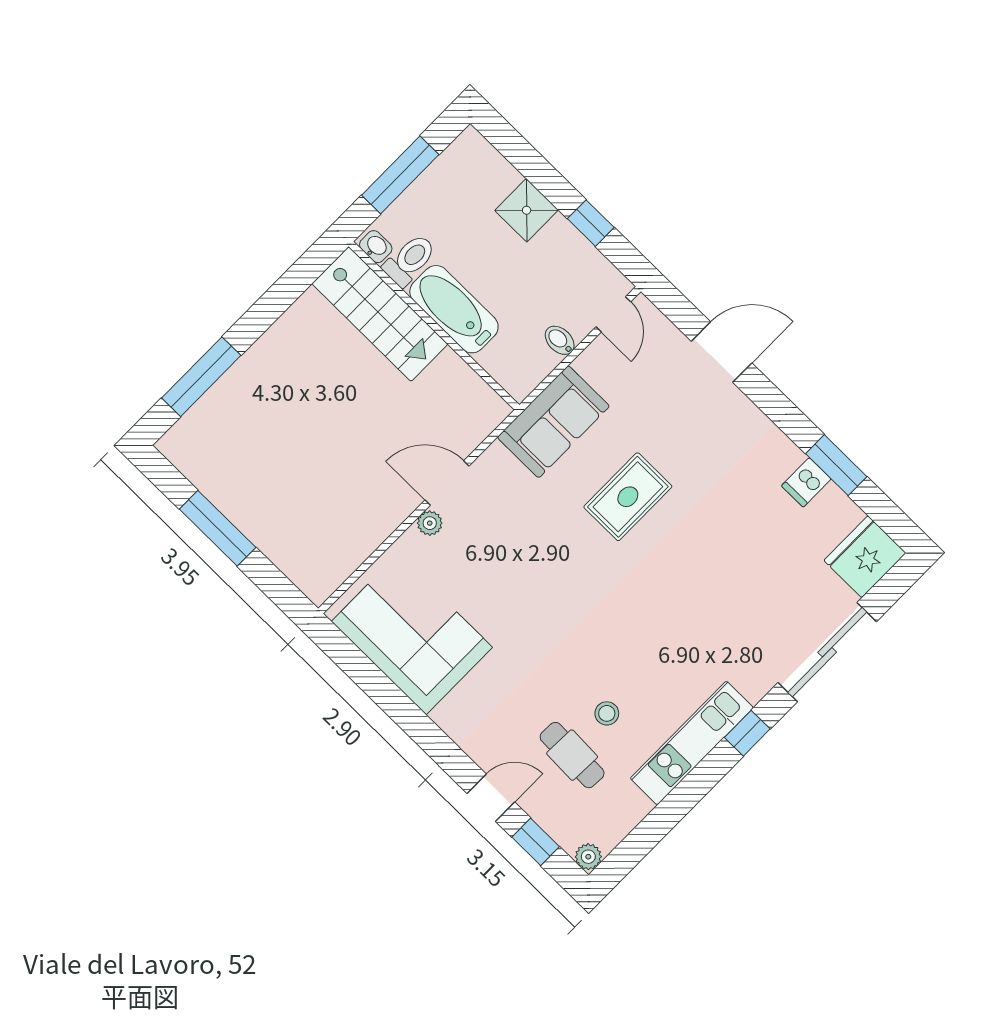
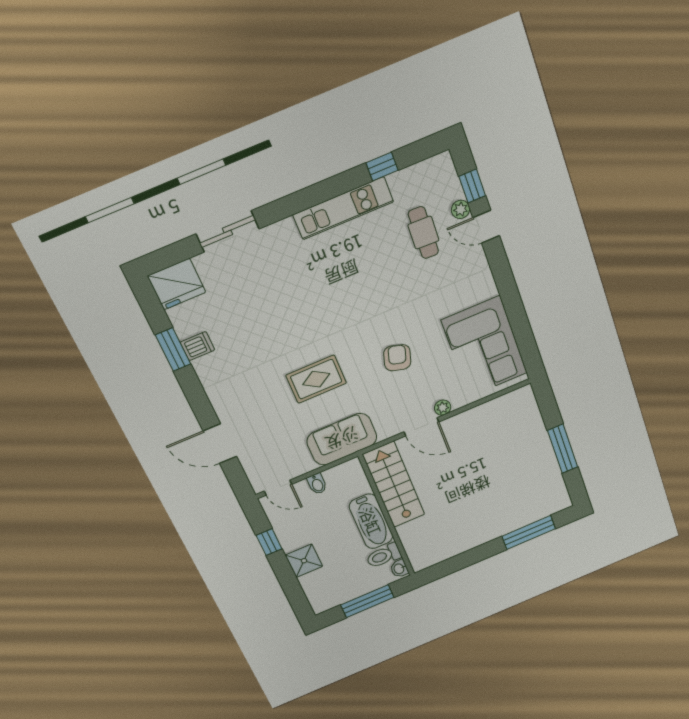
stairs: (380, 314) -> (394, 485), moved
door: (613, 314) -> (278, 488), swing flipped
armchair: (529, 571) -> (397, 358), added
sliding door: (827, 652) -> (228, 231), width x0.73
stool: (607, 713) -> (389, 250), removed
window: (747, 733) -> (382, 167), moved
plant: (588, 857) -> (461, 209), moved

